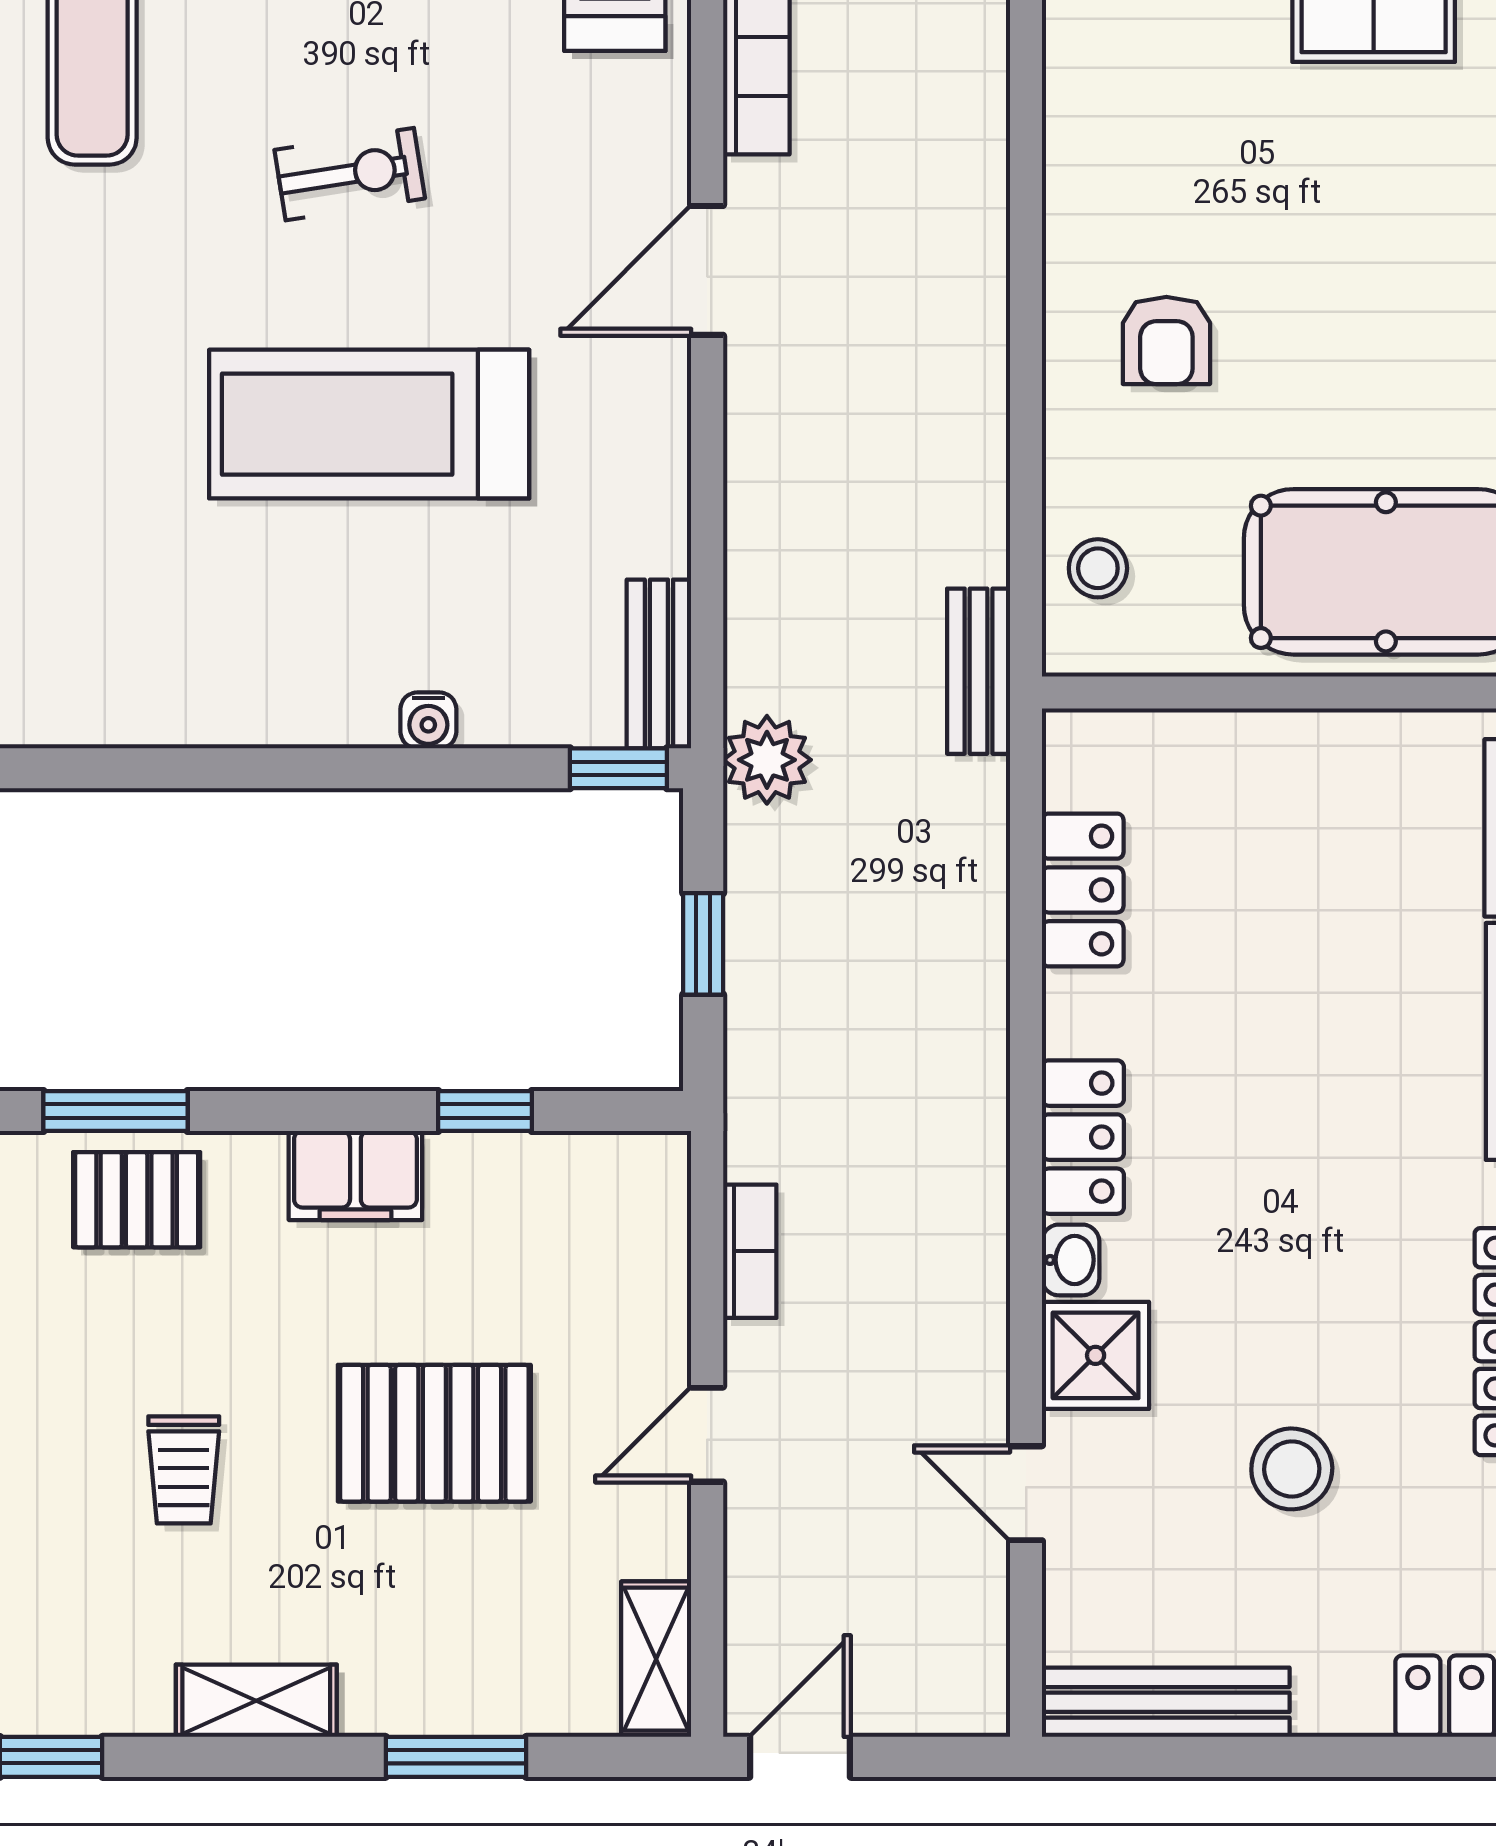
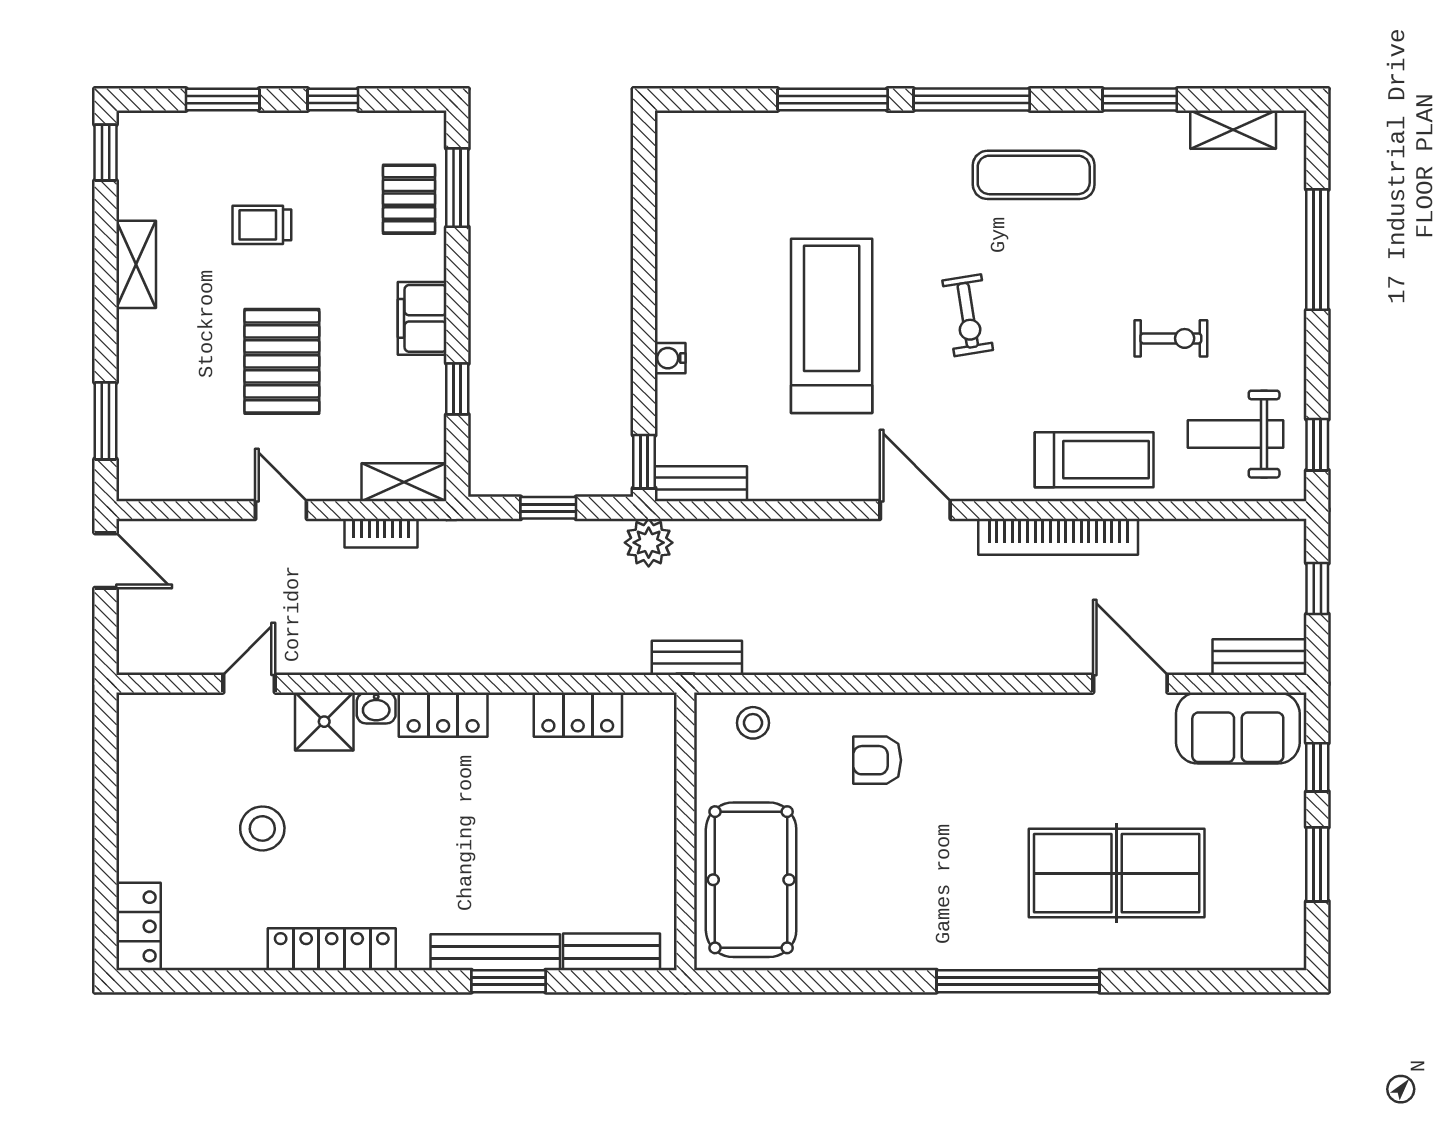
shelving: (656, 1659) -> (404, 482), moved
bench: (1166, 1702) -> (135, 760), removed
window: (456, 1757) -> (105, 421), moved

